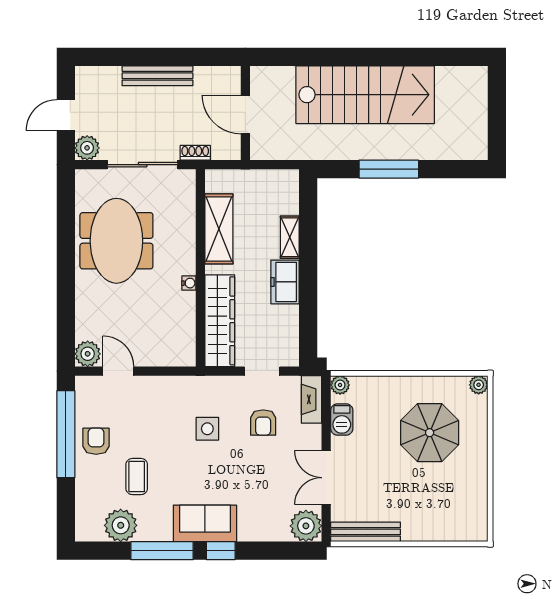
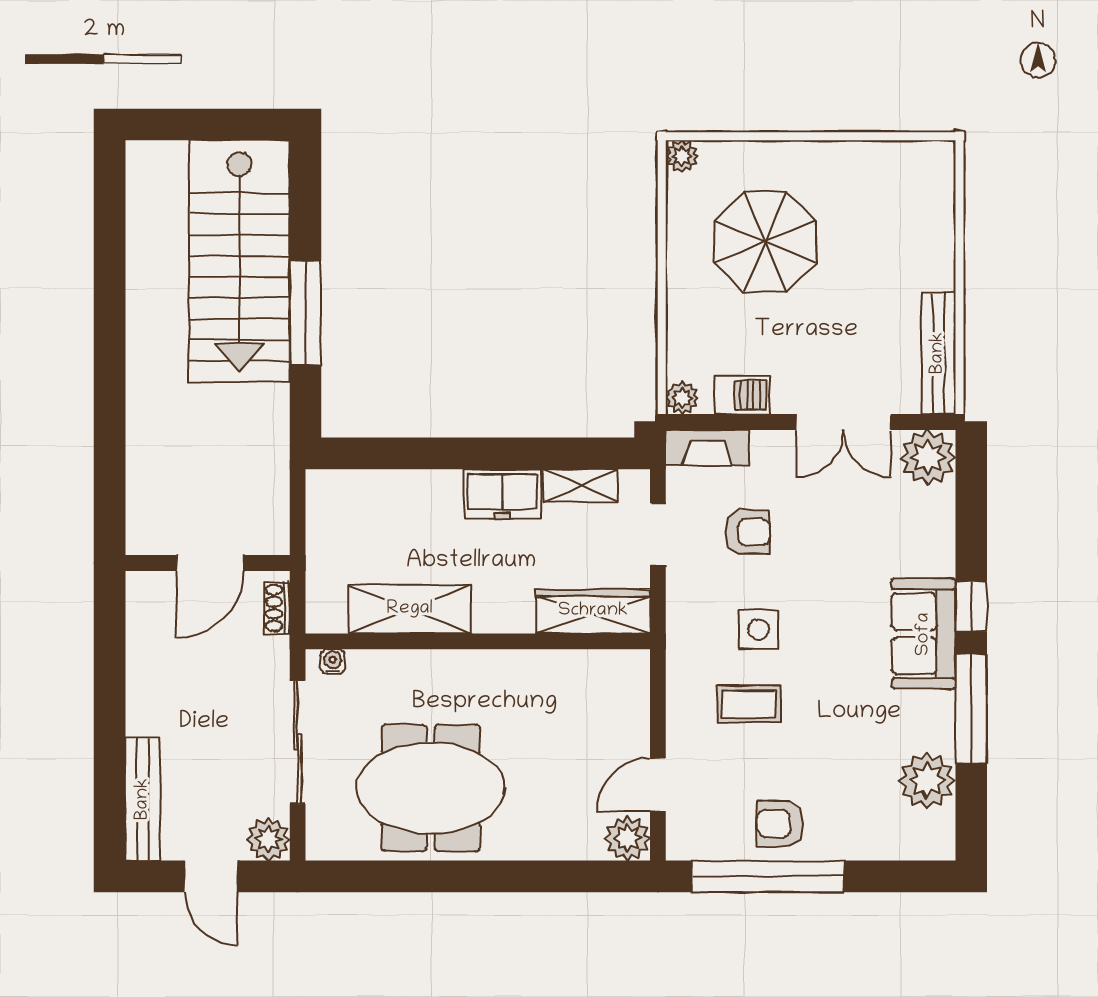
bench: (157, 76) -> (143, 799), moved
stairs: (365, 95) -> (239, 261), moved, turned 180
shoe rack: (195, 153) -> (277, 608), moved
shelving: (290, 237) -> (580, 486), moved
water cooler: (189, 283) -> (333, 662), moved
wardrobe: (220, 321) -> (593, 611), width x0.71, depth x0.85
coffee table: (137, 477) -> (749, 704), moved

